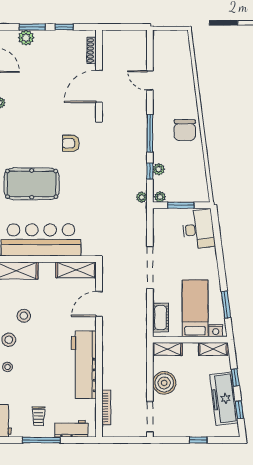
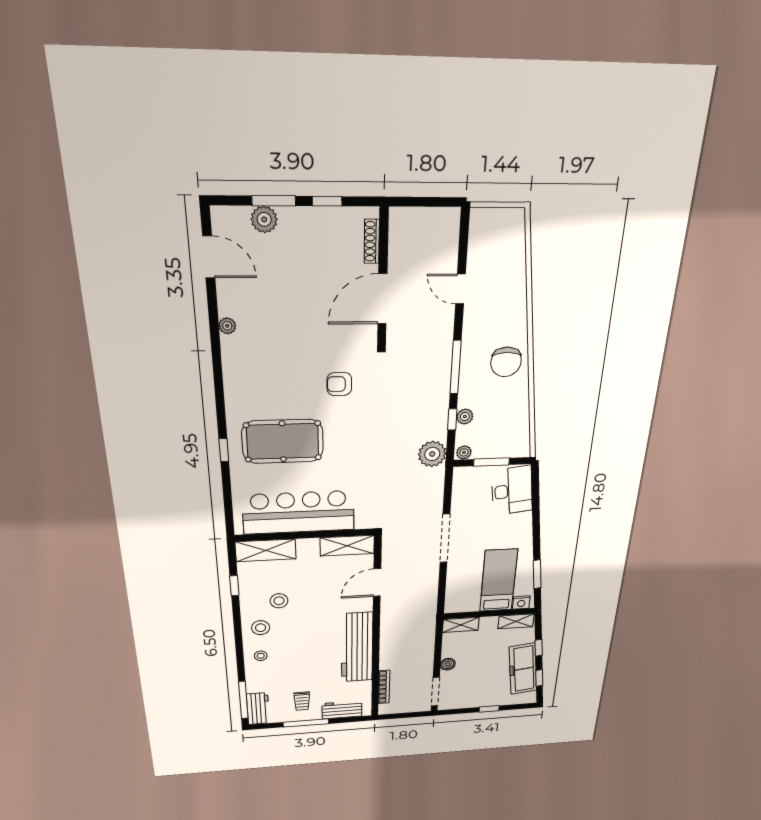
plant: (142, 197) -> (432, 454), width x1.88, depth x1.88
cot: (161, 318) -> (455, 593), removed
boiler: (164, 383) -> (448, 664), width x0.54, depth x0.54

